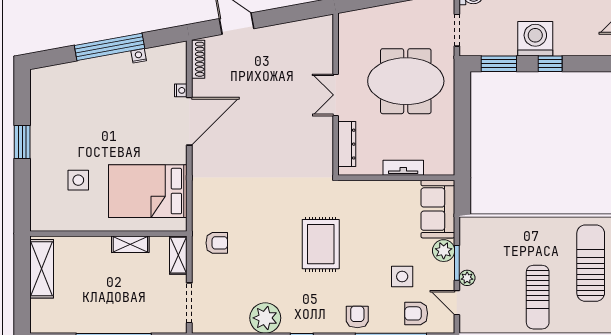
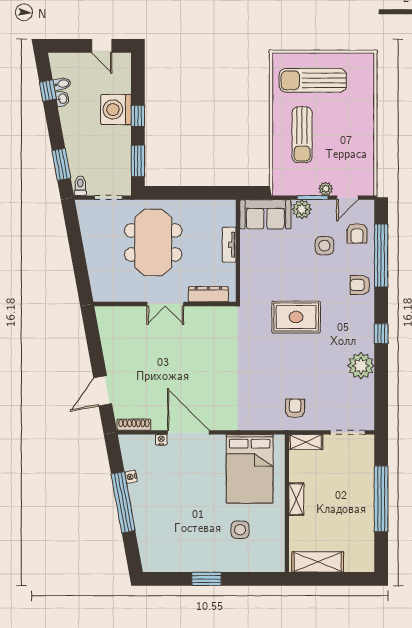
washing machine: (535, 39) -> (116, 110), moved
shelving: (130, 244) -> (296, 499), moved
sun lounger: (538, 297) -> (302, 135), moved, turned 90

